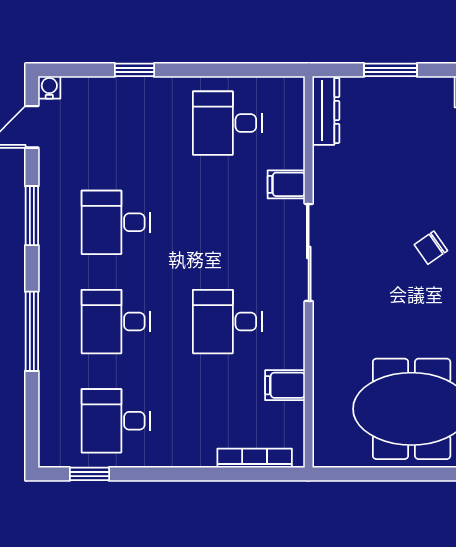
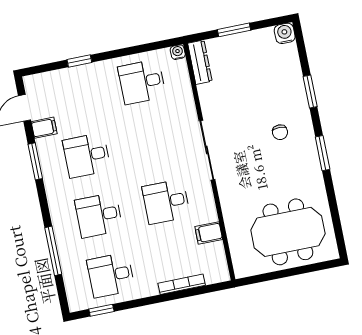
water cooler: (49, 87) -> (178, 52), moved
filing cabinet: (286, 184) -> (44, 128), moved, turned 180
chair: (431, 248) -> (280, 132), turned -55
window: (32, 331) -> (53, 251), moved
bookcase: (255, 458) -> (182, 284), moved

